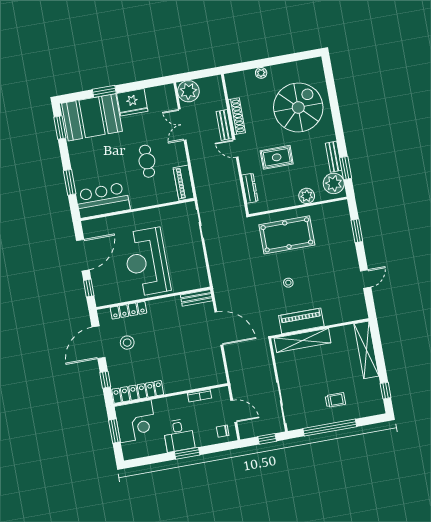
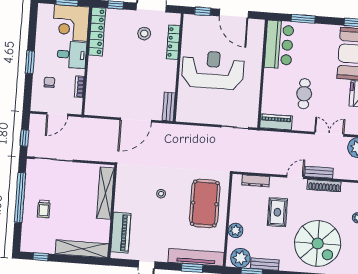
cafe table: (147, 161) -> (304, 94), turned 90
tv unit: (345, 230) -> (196, 257), added
piano: (301, 321) -> (121, 233), moved
chair: (223, 431) -> (49, 82), moved
desk: (179, 435) -> (72, 55), moved, turned 180

